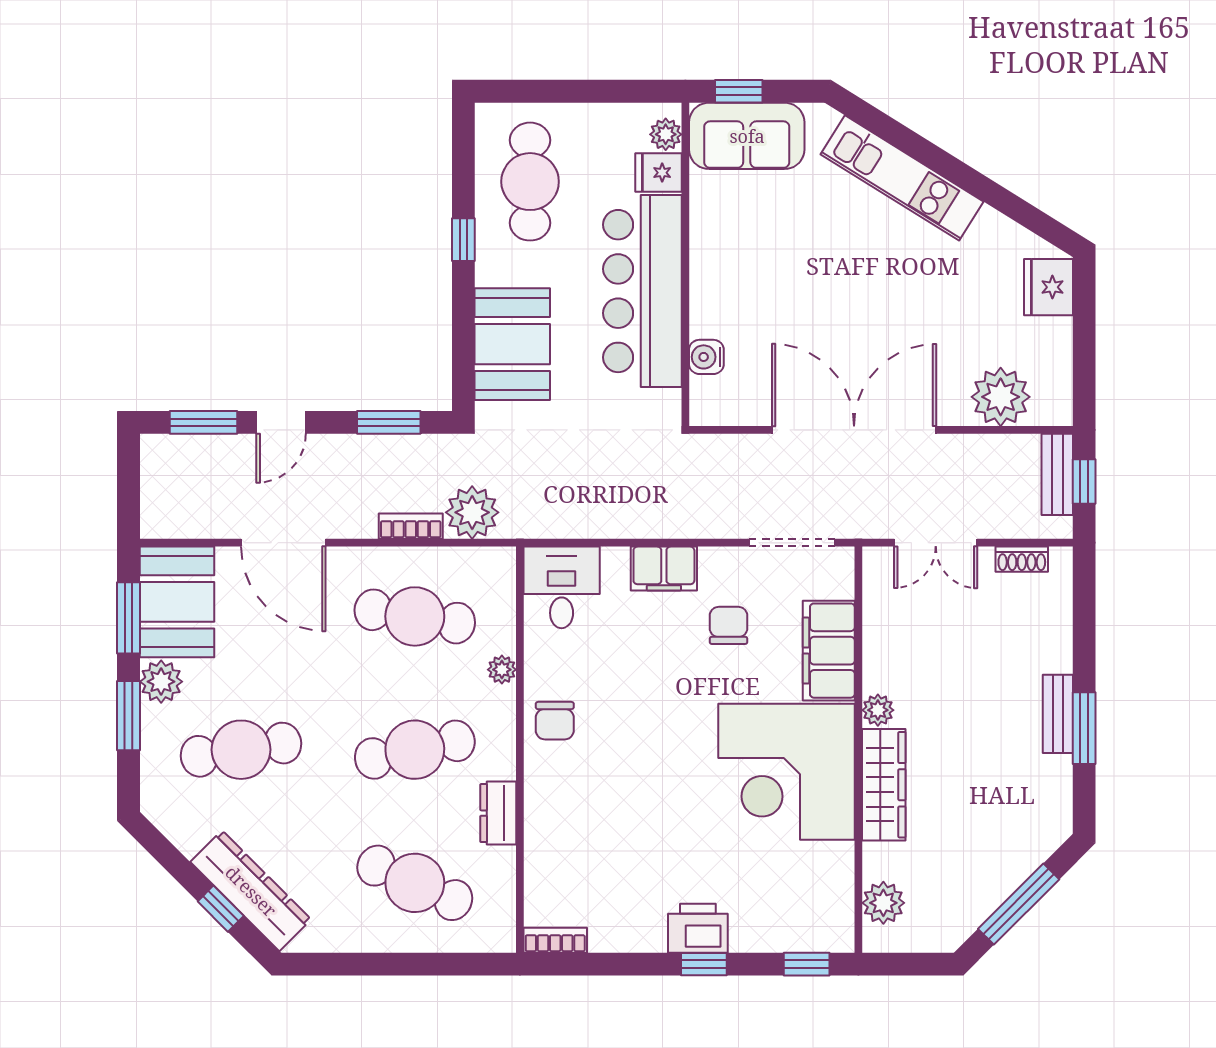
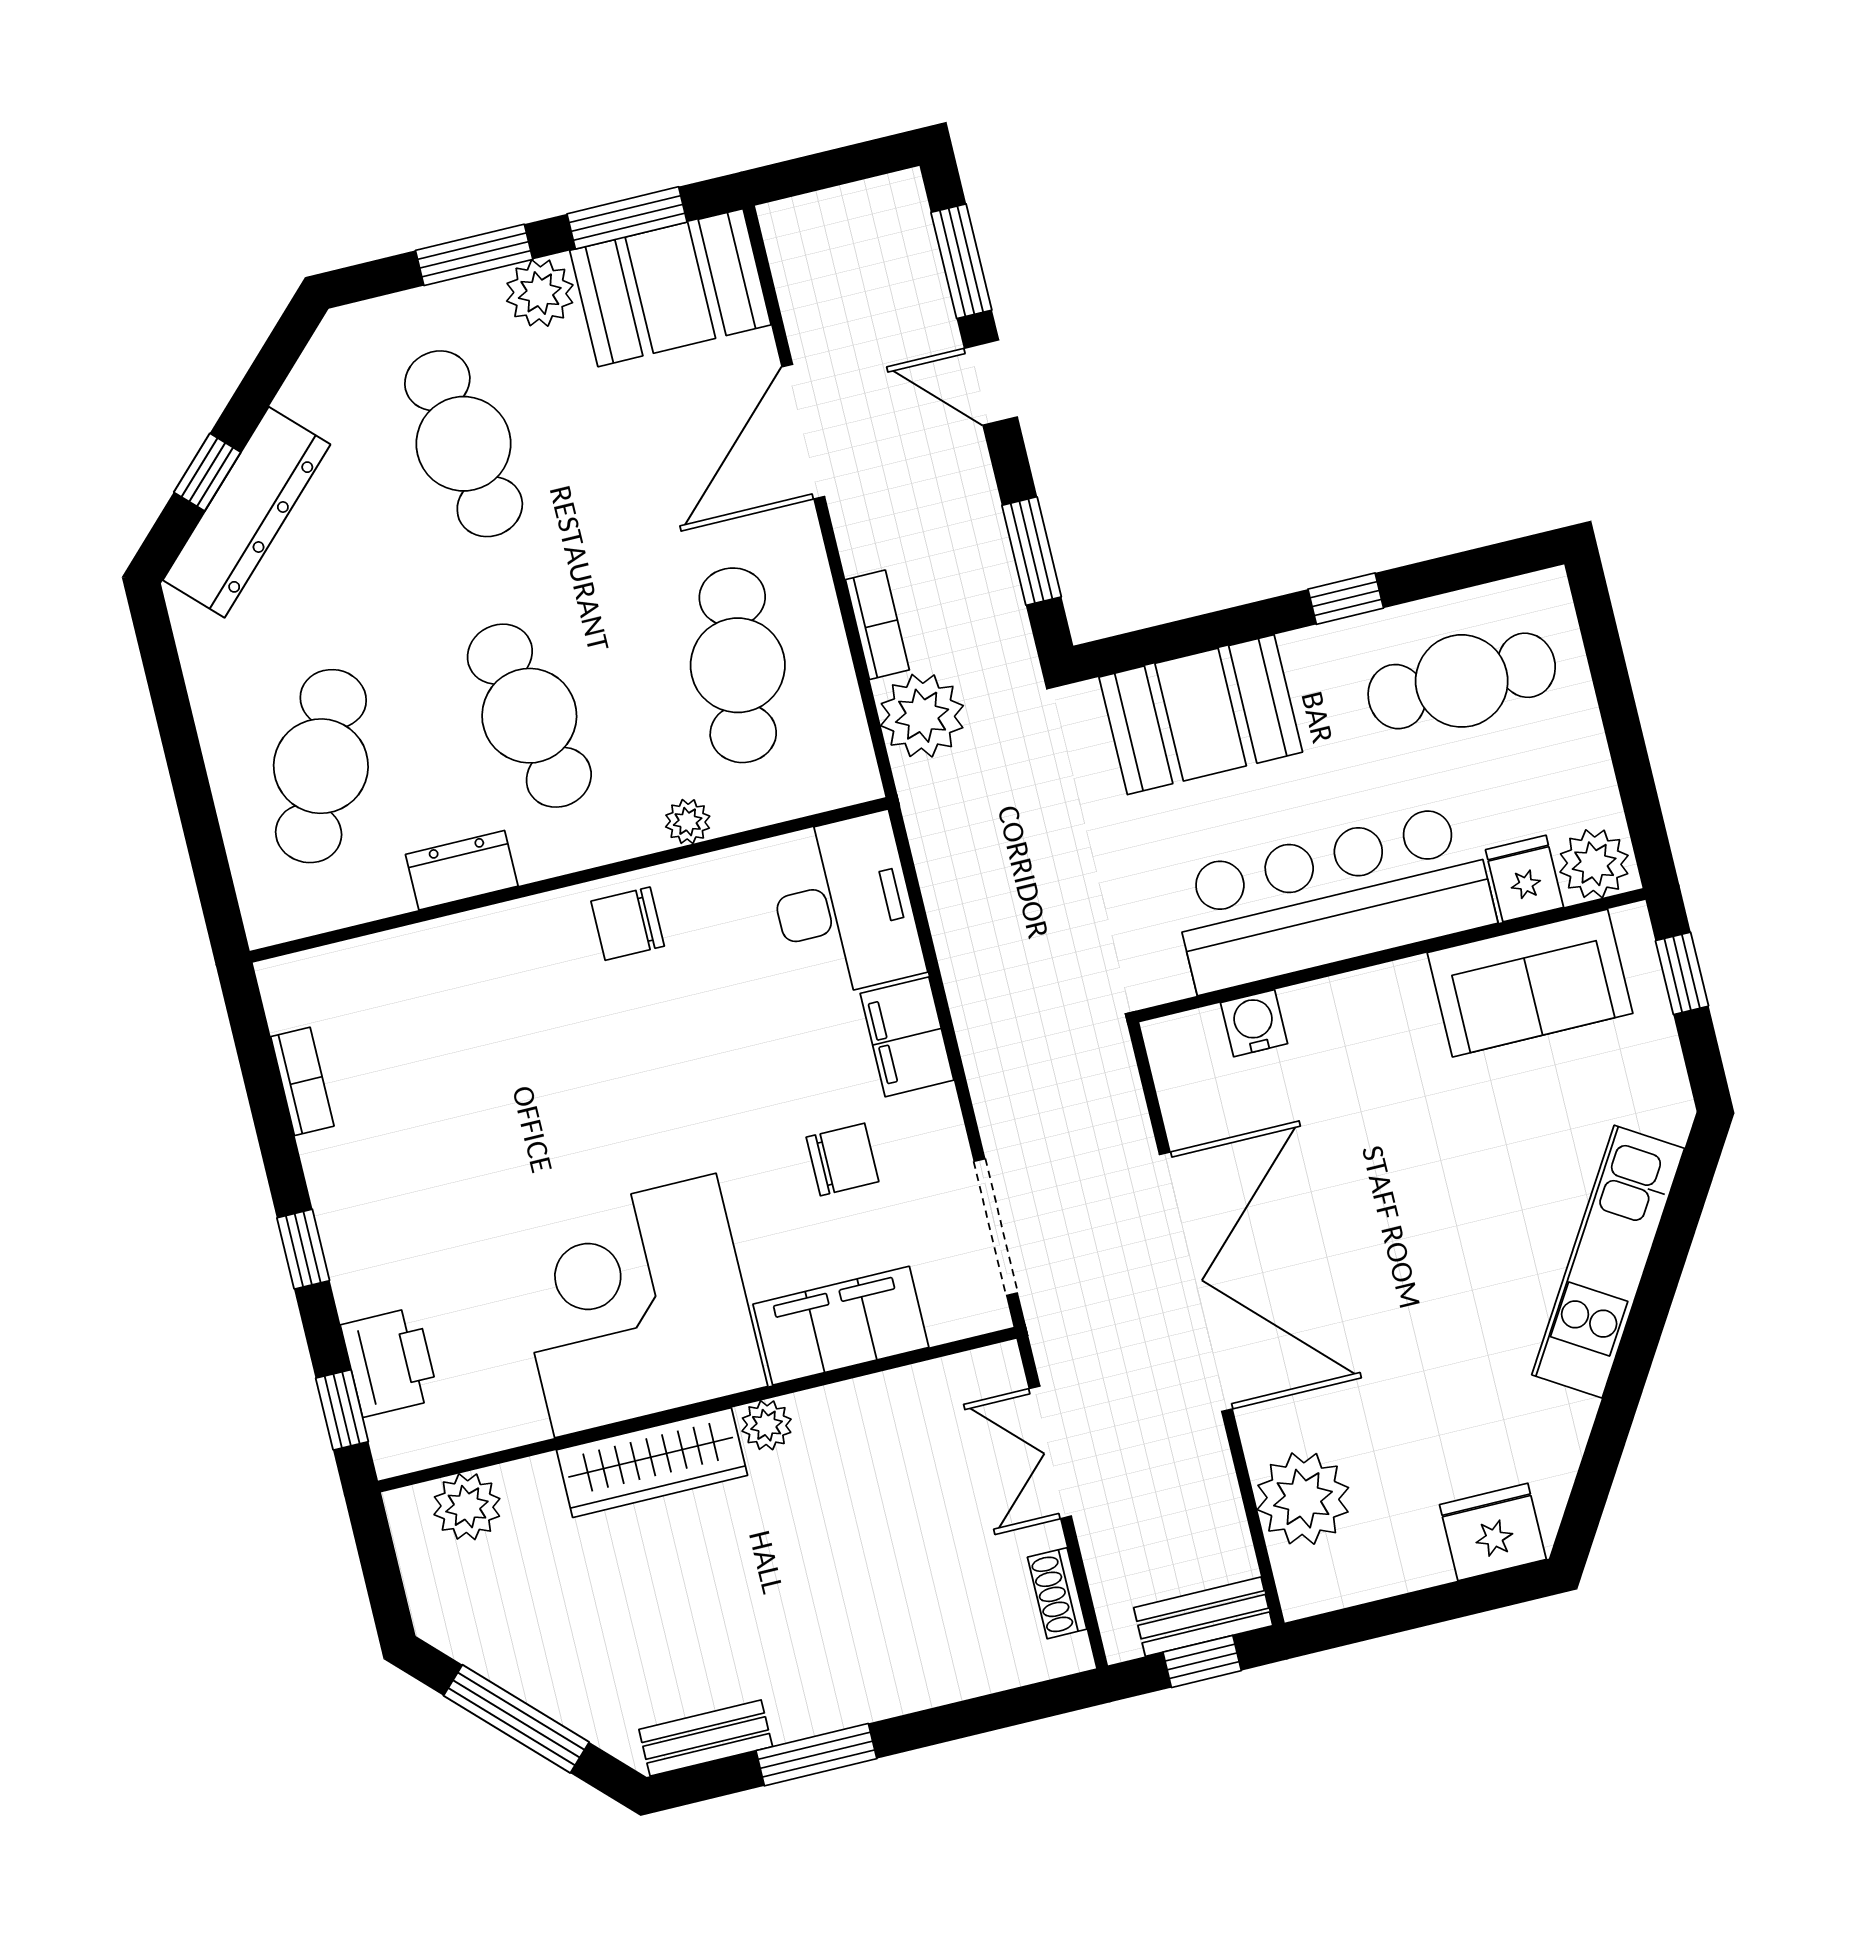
plant: (666, 134) -> (1594, 864), width x1.38, depth x1.38
sofa: (747, 136) -> (1530, 983), moved, turned -90
desk: (562, 587) -> (844, 906), width x1.37
bench: (1058, 714) -> (706, 1738), moved
printer: (698, 928) -> (390, 1362), moved
bookcase: (555, 940) -> (302, 1081), moved

